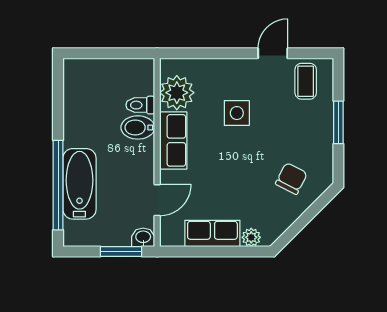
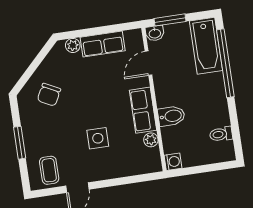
washing machine: (144, 68) -> (173, 162), added
plant: (177, 93) -> (151, 140), width x0.53, depth x0.53
toilet: (140, 105) -> (221, 134), moved, turned 180
bathtub: (79, 184) -> (206, 46), moved

